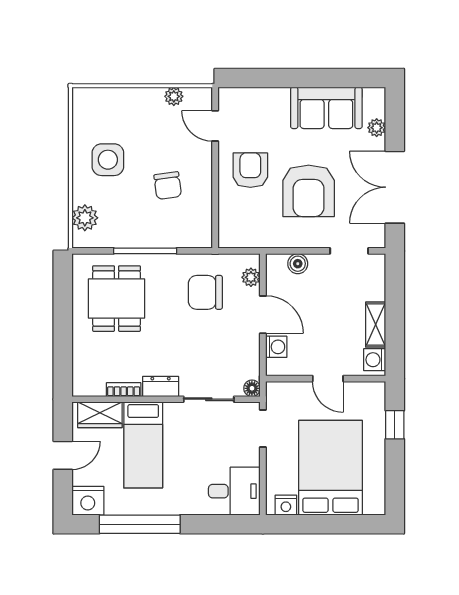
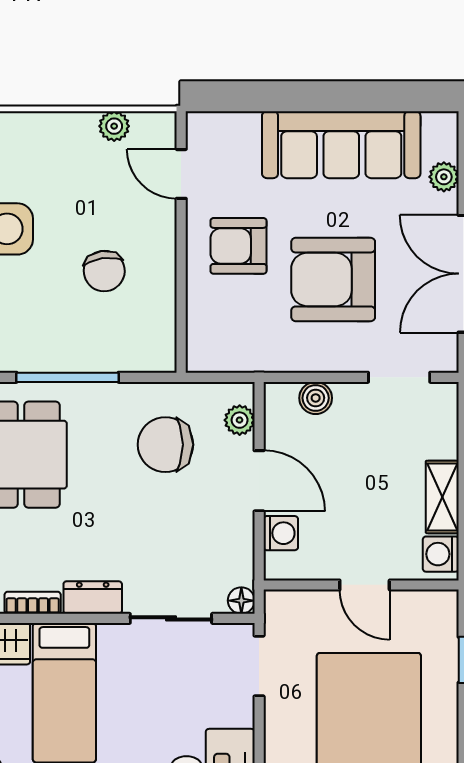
sofa: (326, 108) -> (341, 145), width x1.36
armchair: (250, 170) -> (238, 246), turned -90
armchair: (309, 191) -> (333, 279), turned 90

